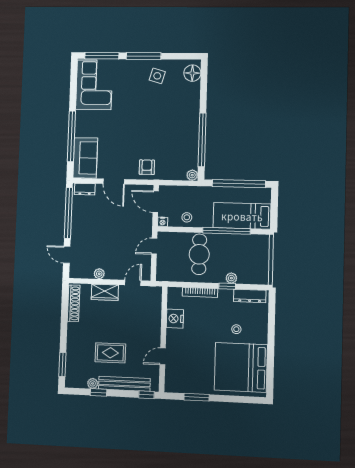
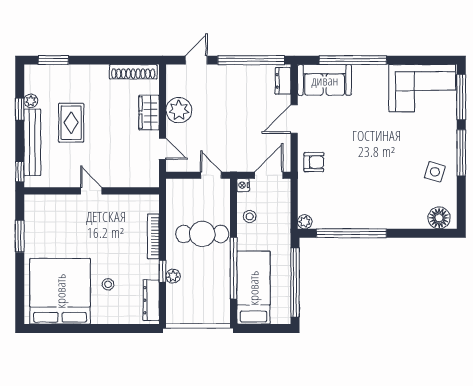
plant: (99, 274) -> (179, 110), width x1.87, depth x1.87
nightstand: (175, 319) -> (118, 205), removed
door: (163, 356) -> (91, 191), moved

